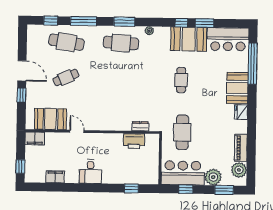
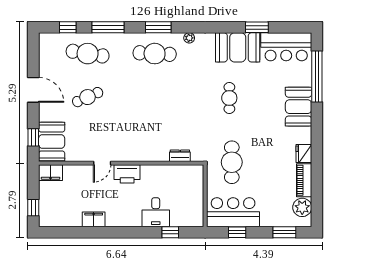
window: (181, 23) -> (228, 27), removed
window: (22, 95) -> (33, 137), moved
fridge: (241, 112) -> (304, 153), moved
booth: (50, 119) -> (52, 142), moved, turned 90
door: (77, 131) -> (102, 163), swing flipped
printer: (134, 141) -> (127, 174), moved
desk: (90, 172) -> (156, 212), moved
filing cabinet: (55, 177) -> (94, 219), moved
plant: (213, 177) -> (271, 217), removed

